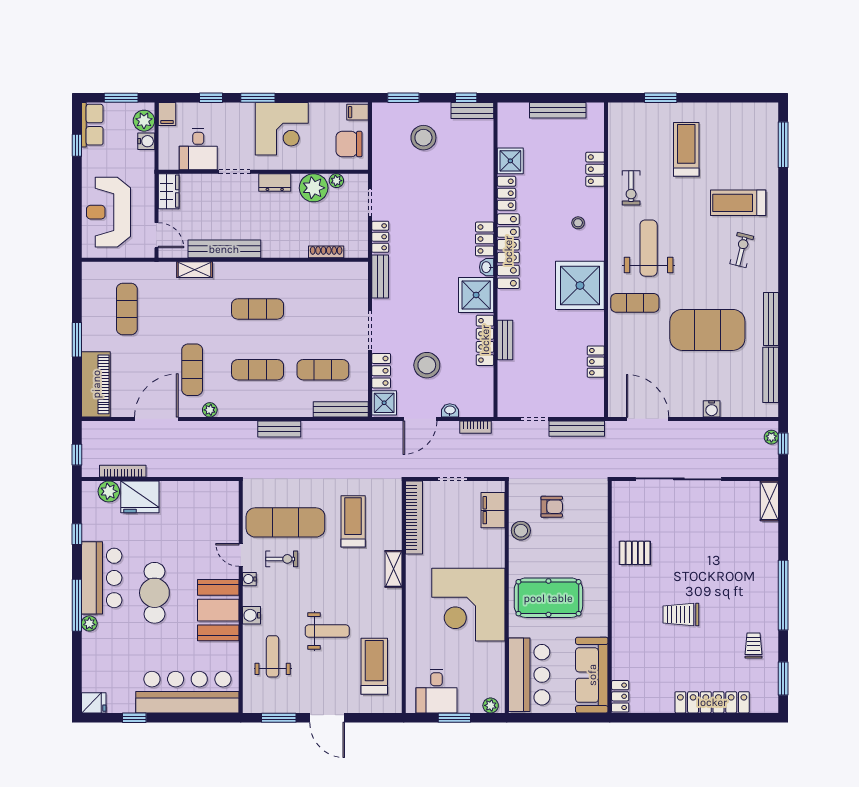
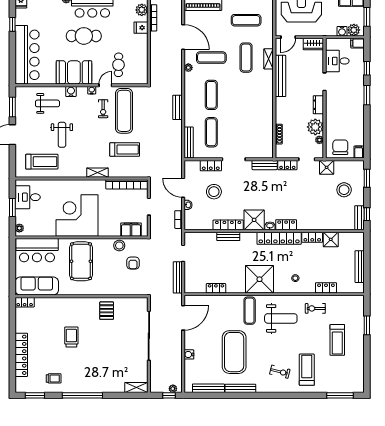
corner desk: (282, 129) -> (349, 109), removed
treadmill: (686, 149) -> (337, 340), turned 90
exercise mat: (258, 309) -> (246, 58), moved
shower: (384, 403) -> (327, 167), moved
fridge: (140, 497) -> (141, 28), width x0.53, depth x0.75
cafe table: (205, 532) -> (119, 65), added

